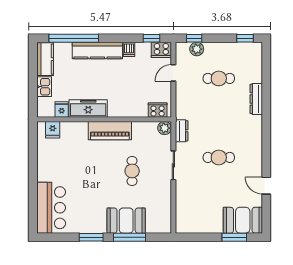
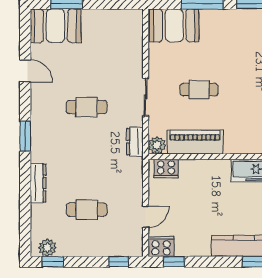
dishwasher: (129, 49) -> (203, 247), removed
plant: (197, 49) -> (47, 248), moved
piano: (110, 131) -> (195, 142), moved
window: (266, 135) -> (25, 136), added
cafe table: (132, 171) -> (199, 90), turned 90
booth: (126, 221) -> (174, 25), moved

